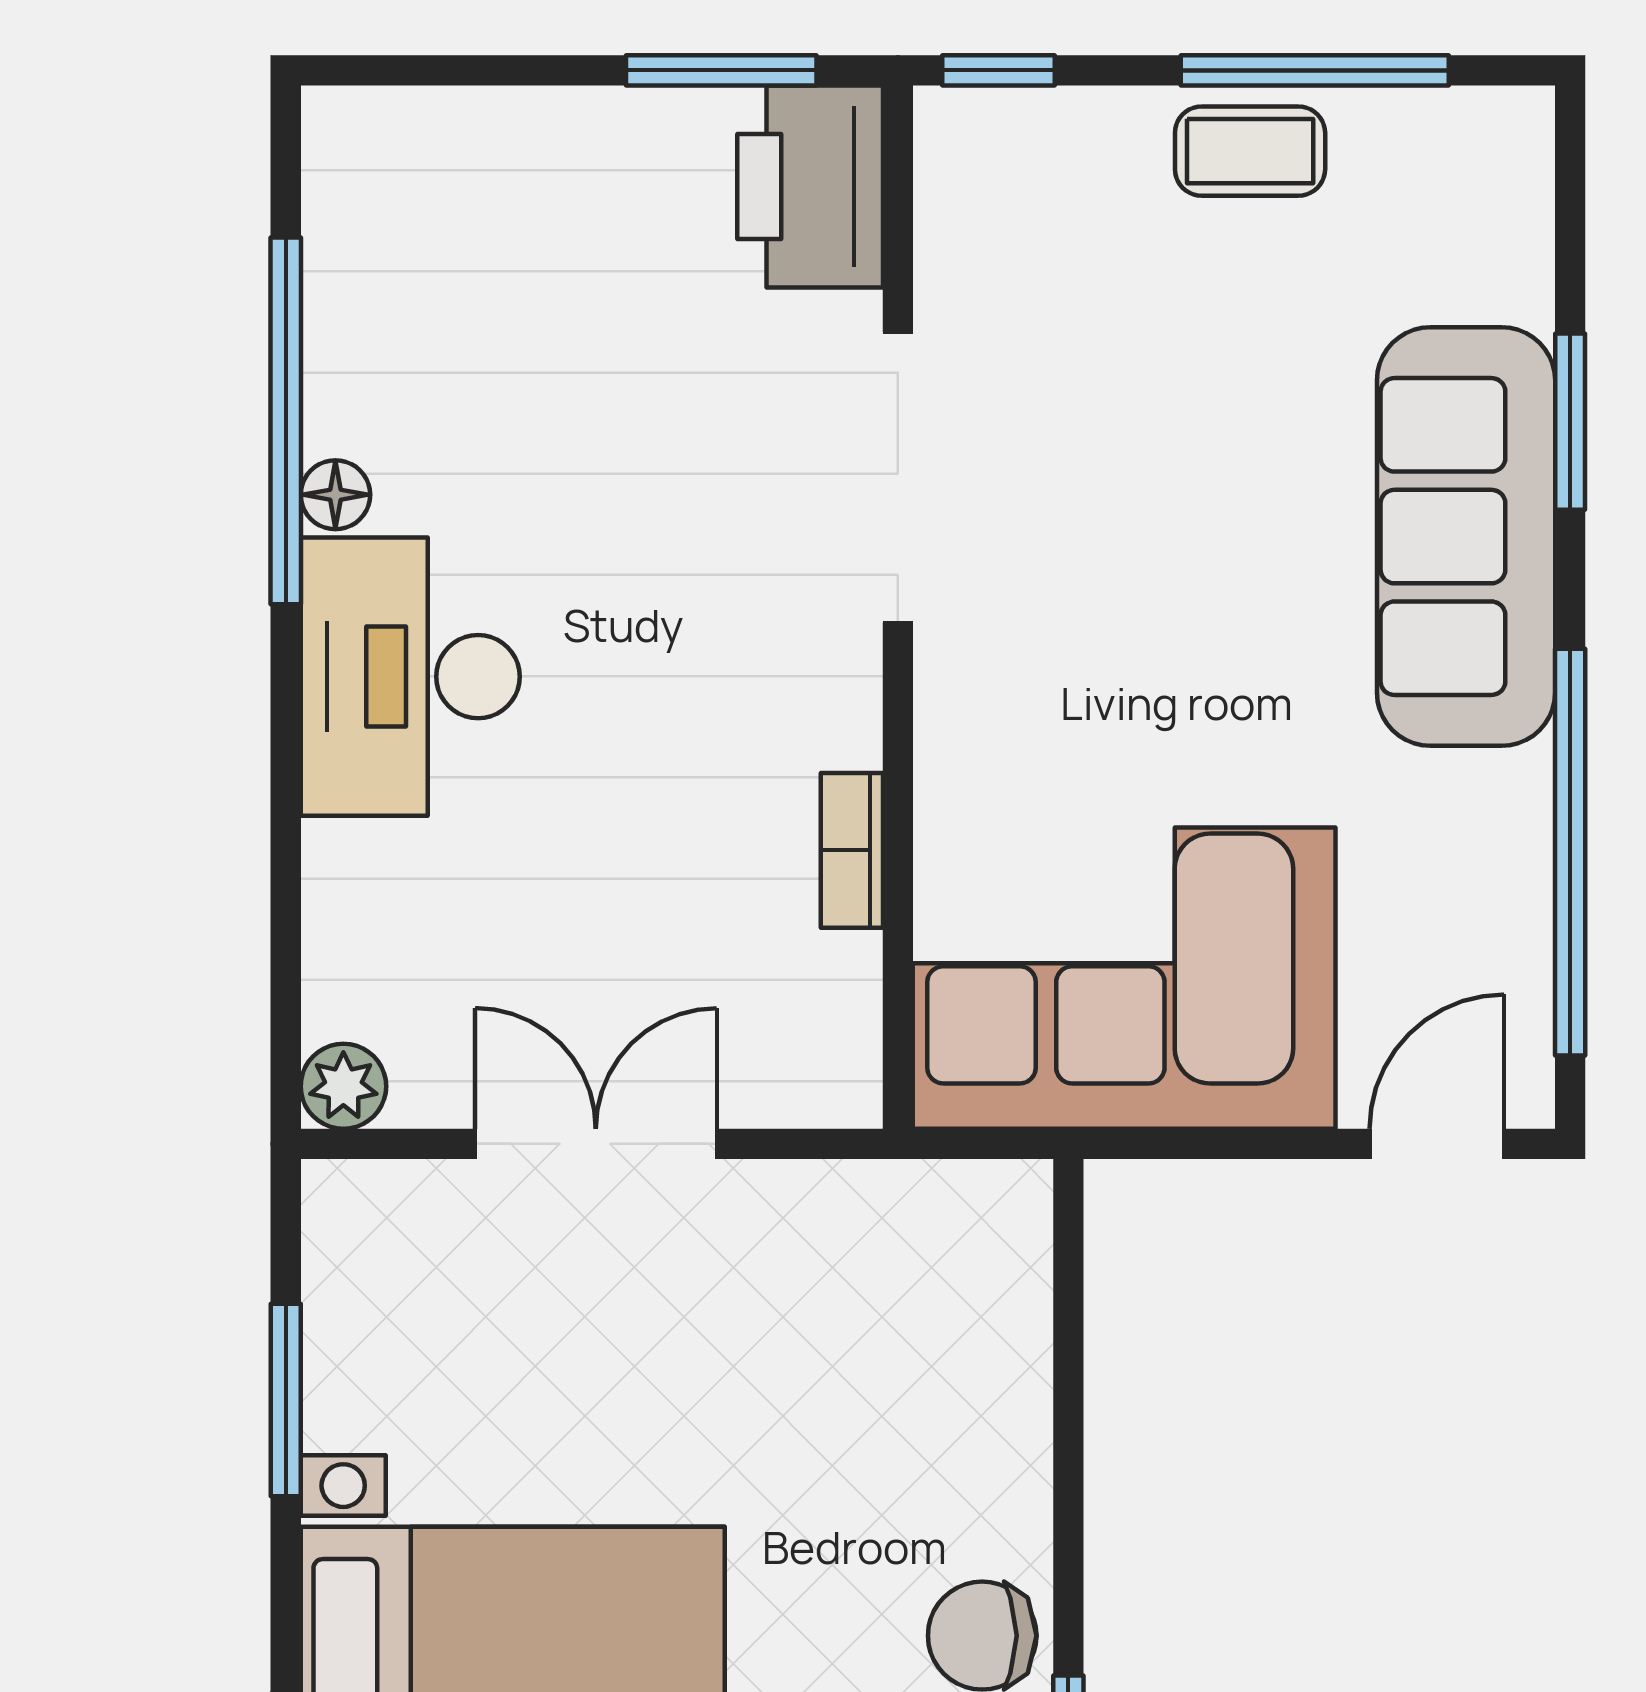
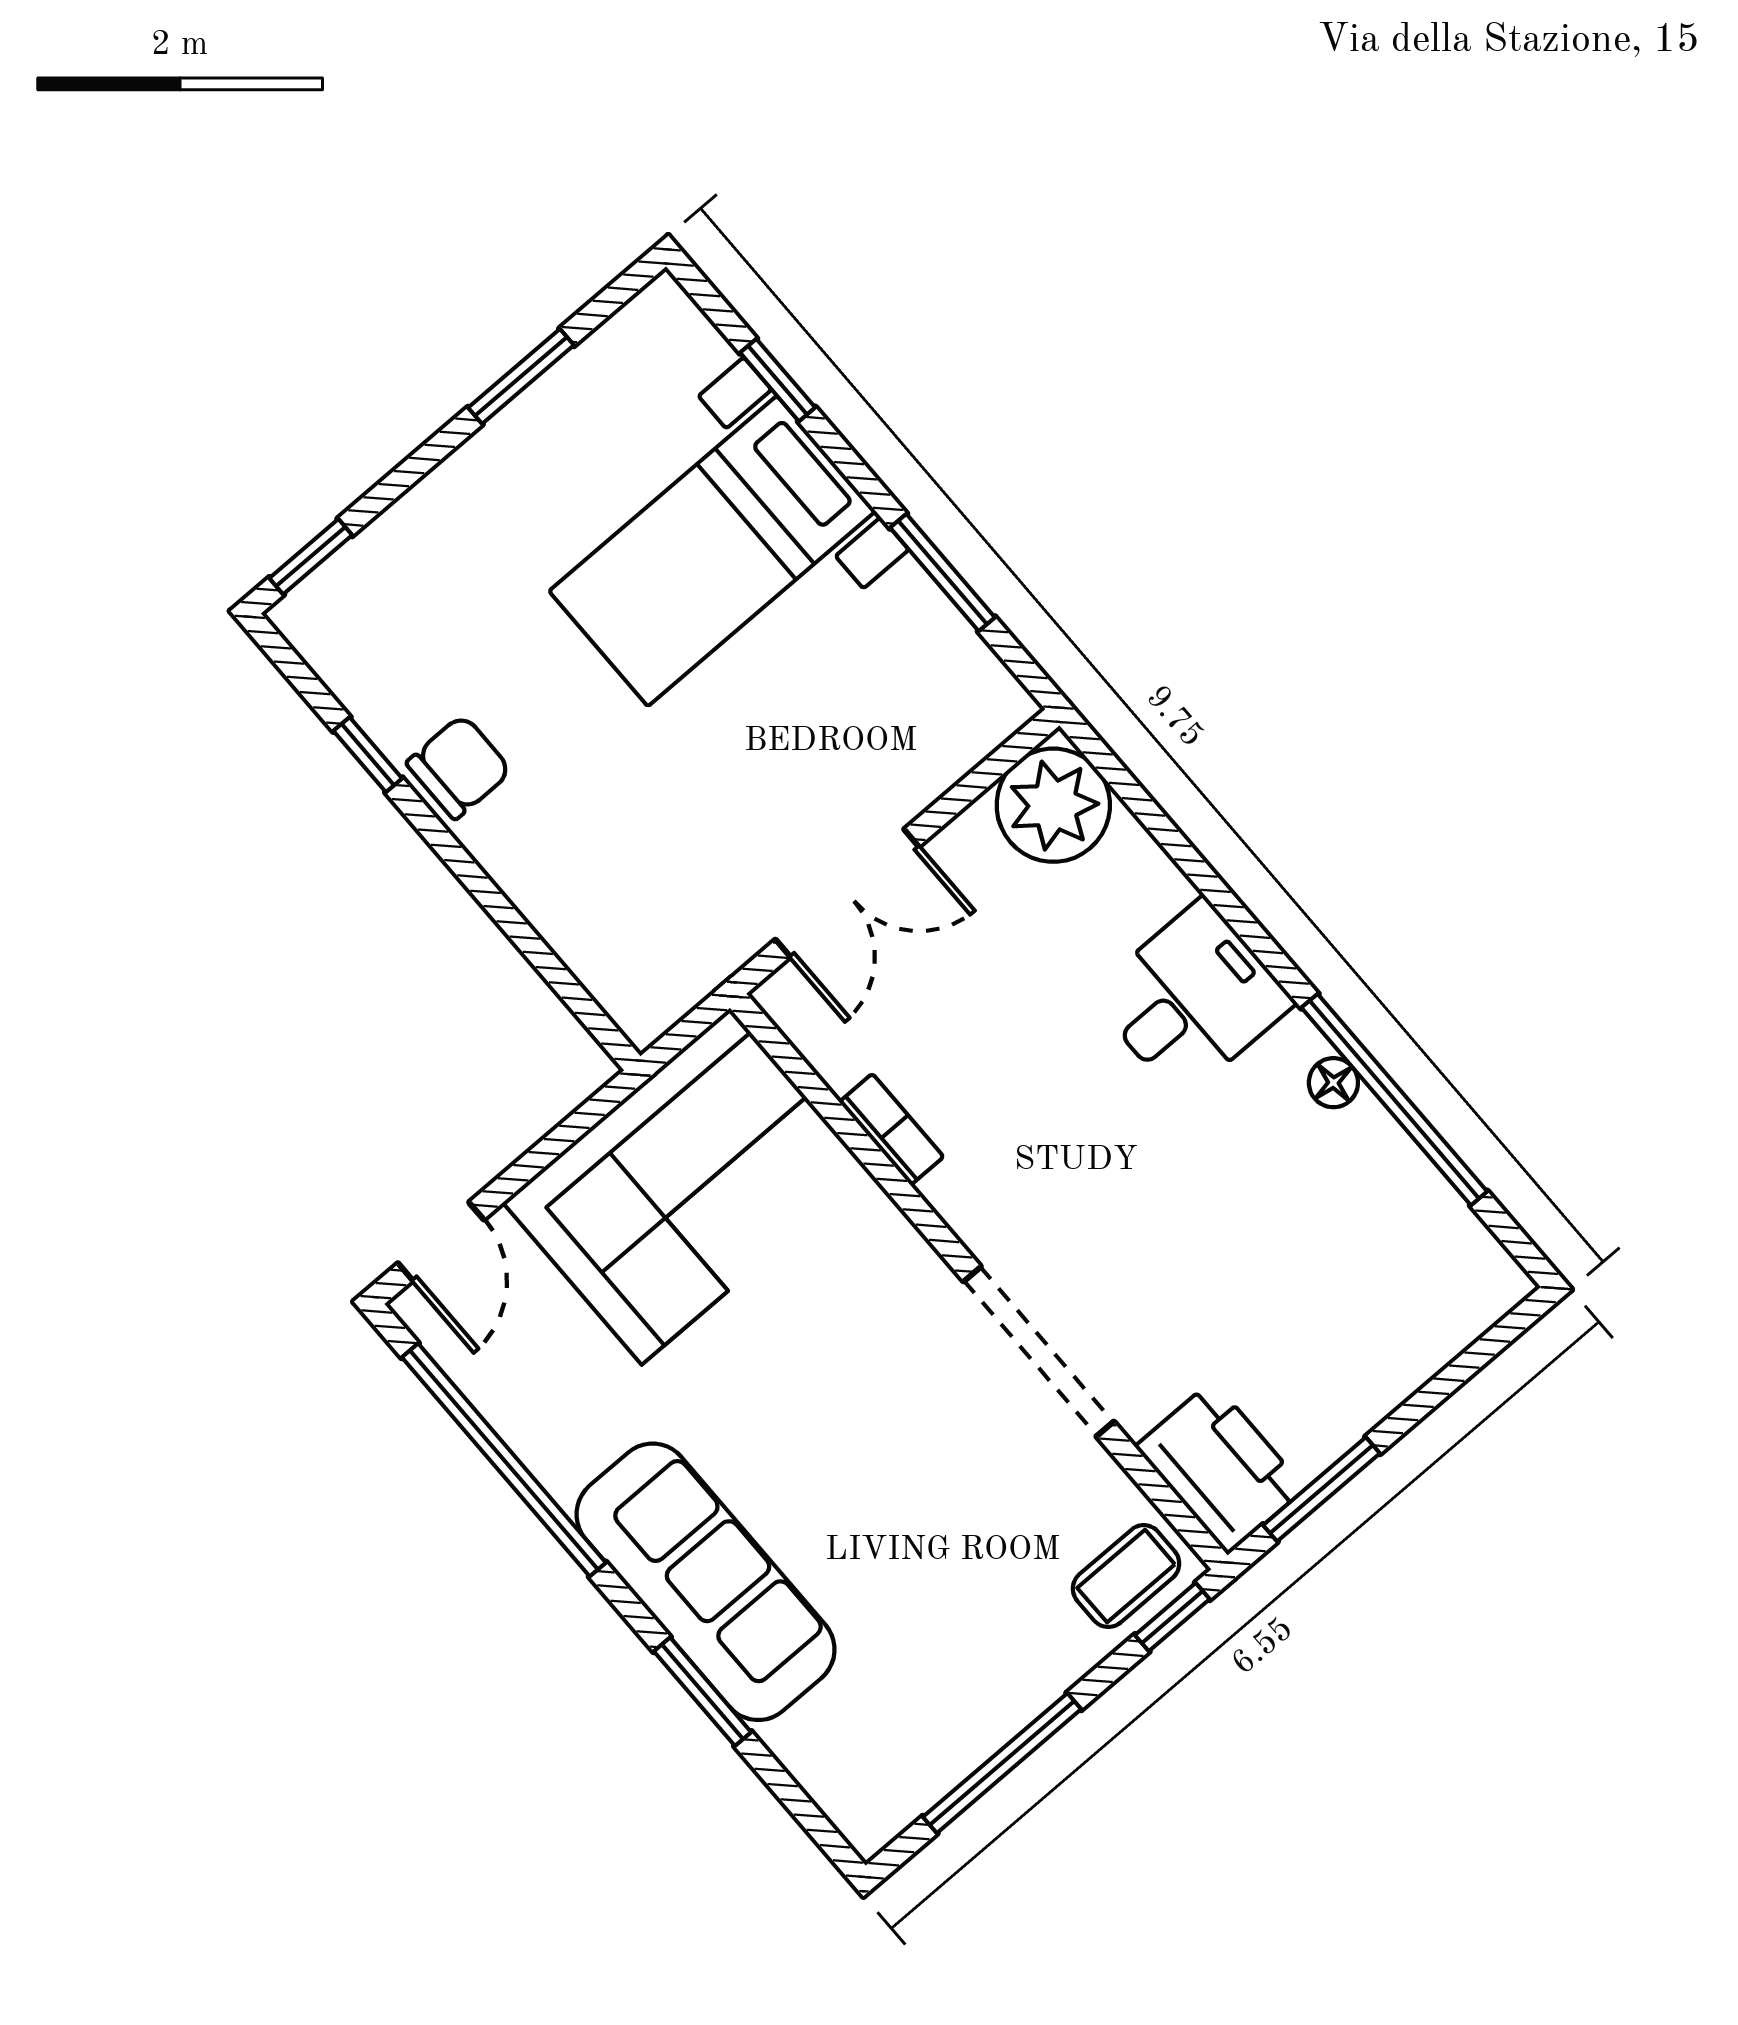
coffee table: (1250, 151) -> (1126, 1576), moved
desk: (410, 677) -> (1192, 999), width x0.73
plant: (343, 1086) -> (1053, 805), width x1.88, depth x1.88
double door: (596, 1144) -> (847, 893), moved

